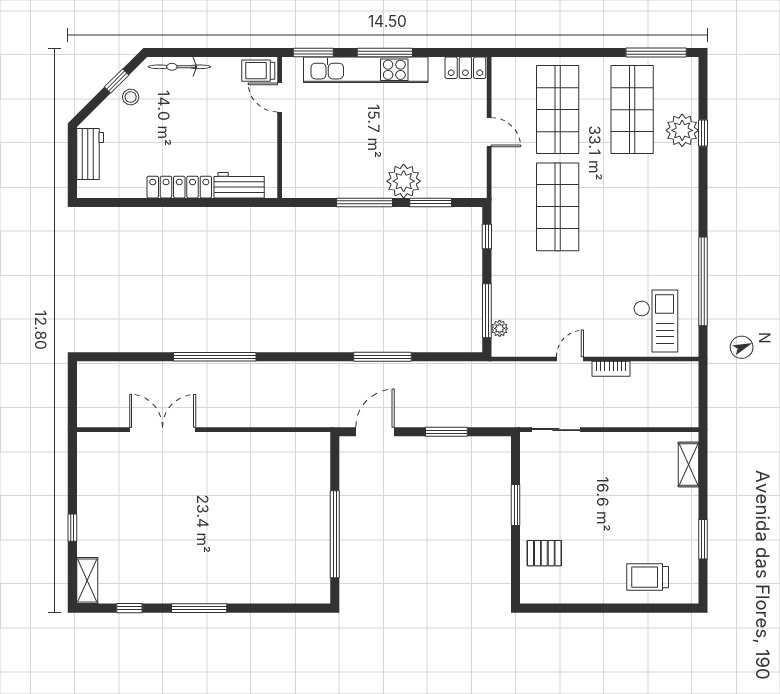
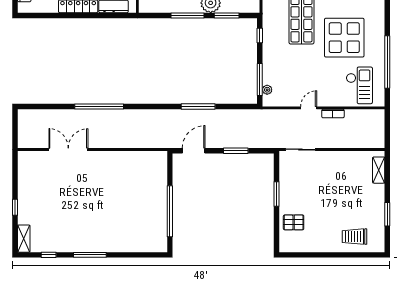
display table: (630, 240) -> (344, 38), added

